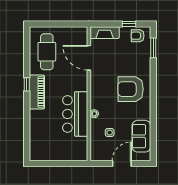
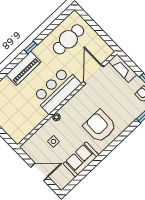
piano: (37, 92) -> (24, 68), moved
bar counter: (75, 114) -> (57, 90), moved
sofa: (141, 136) -> (81, 159), moved

